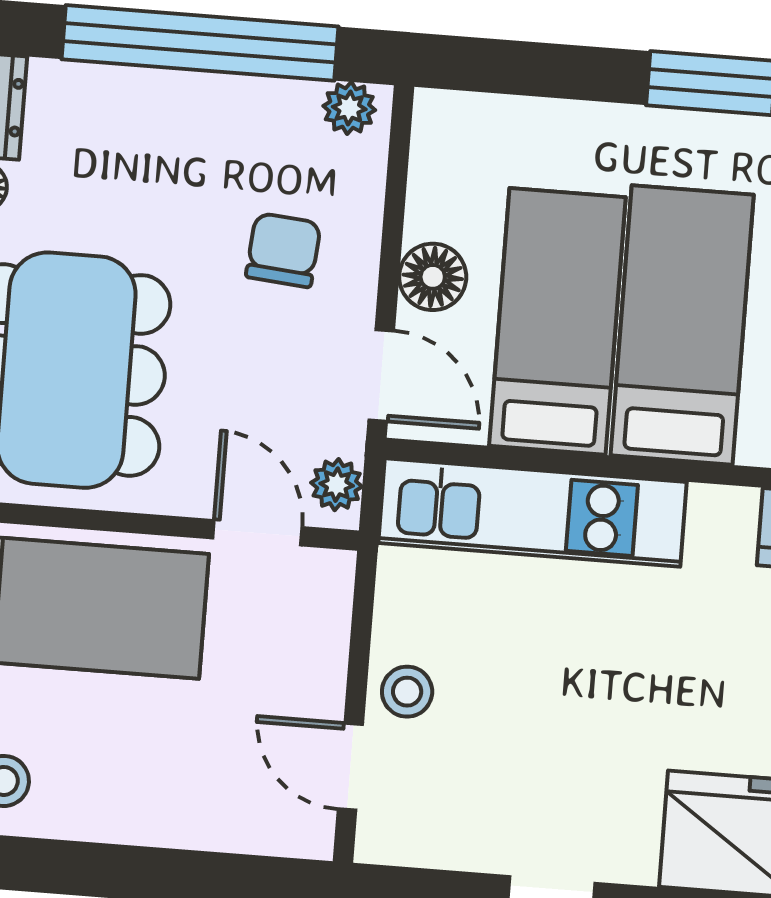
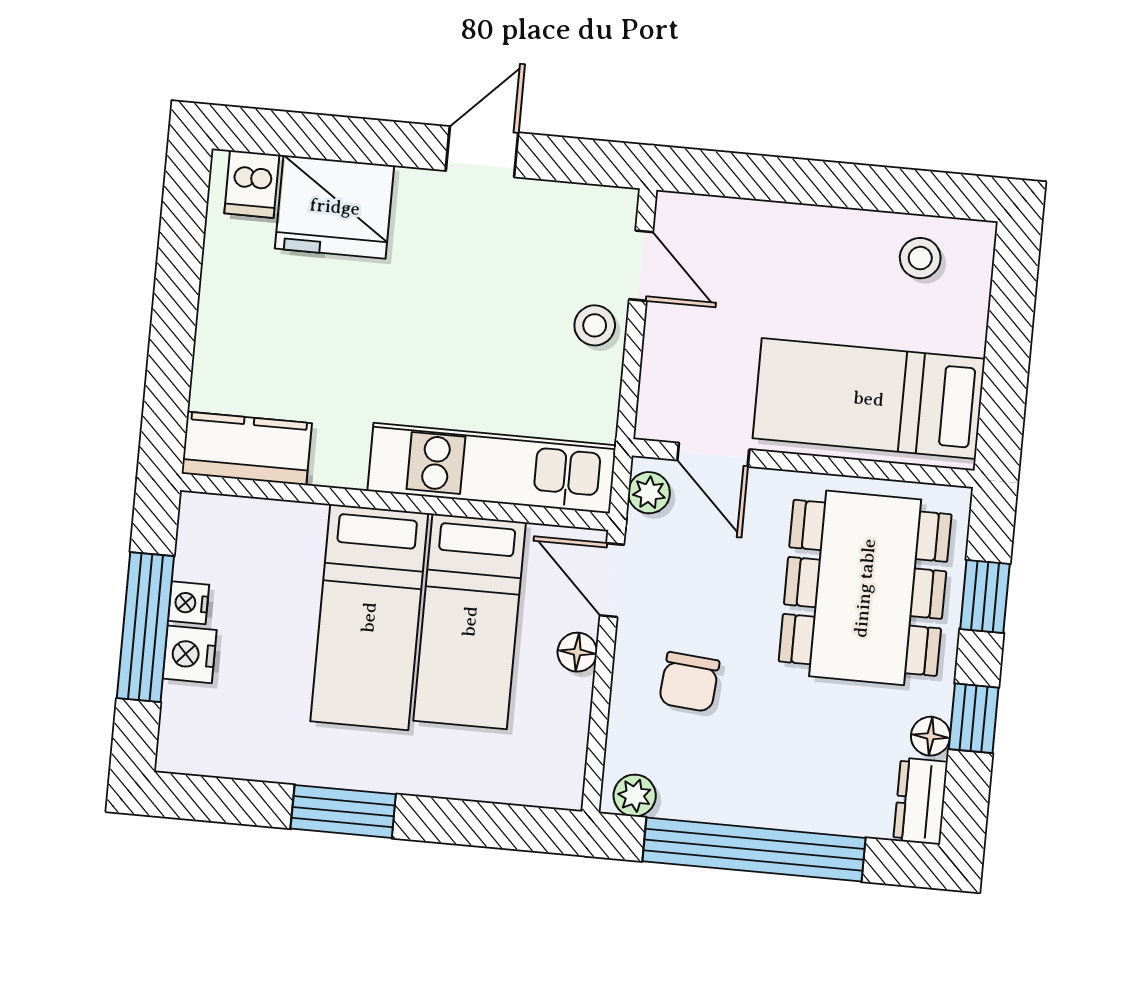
floor lamp: (433, 277) -> (577, 652), width x0.73, depth x0.73

